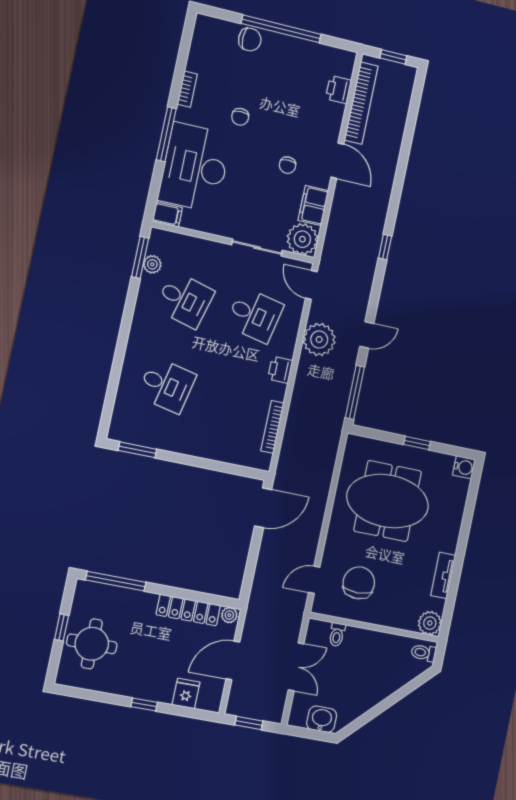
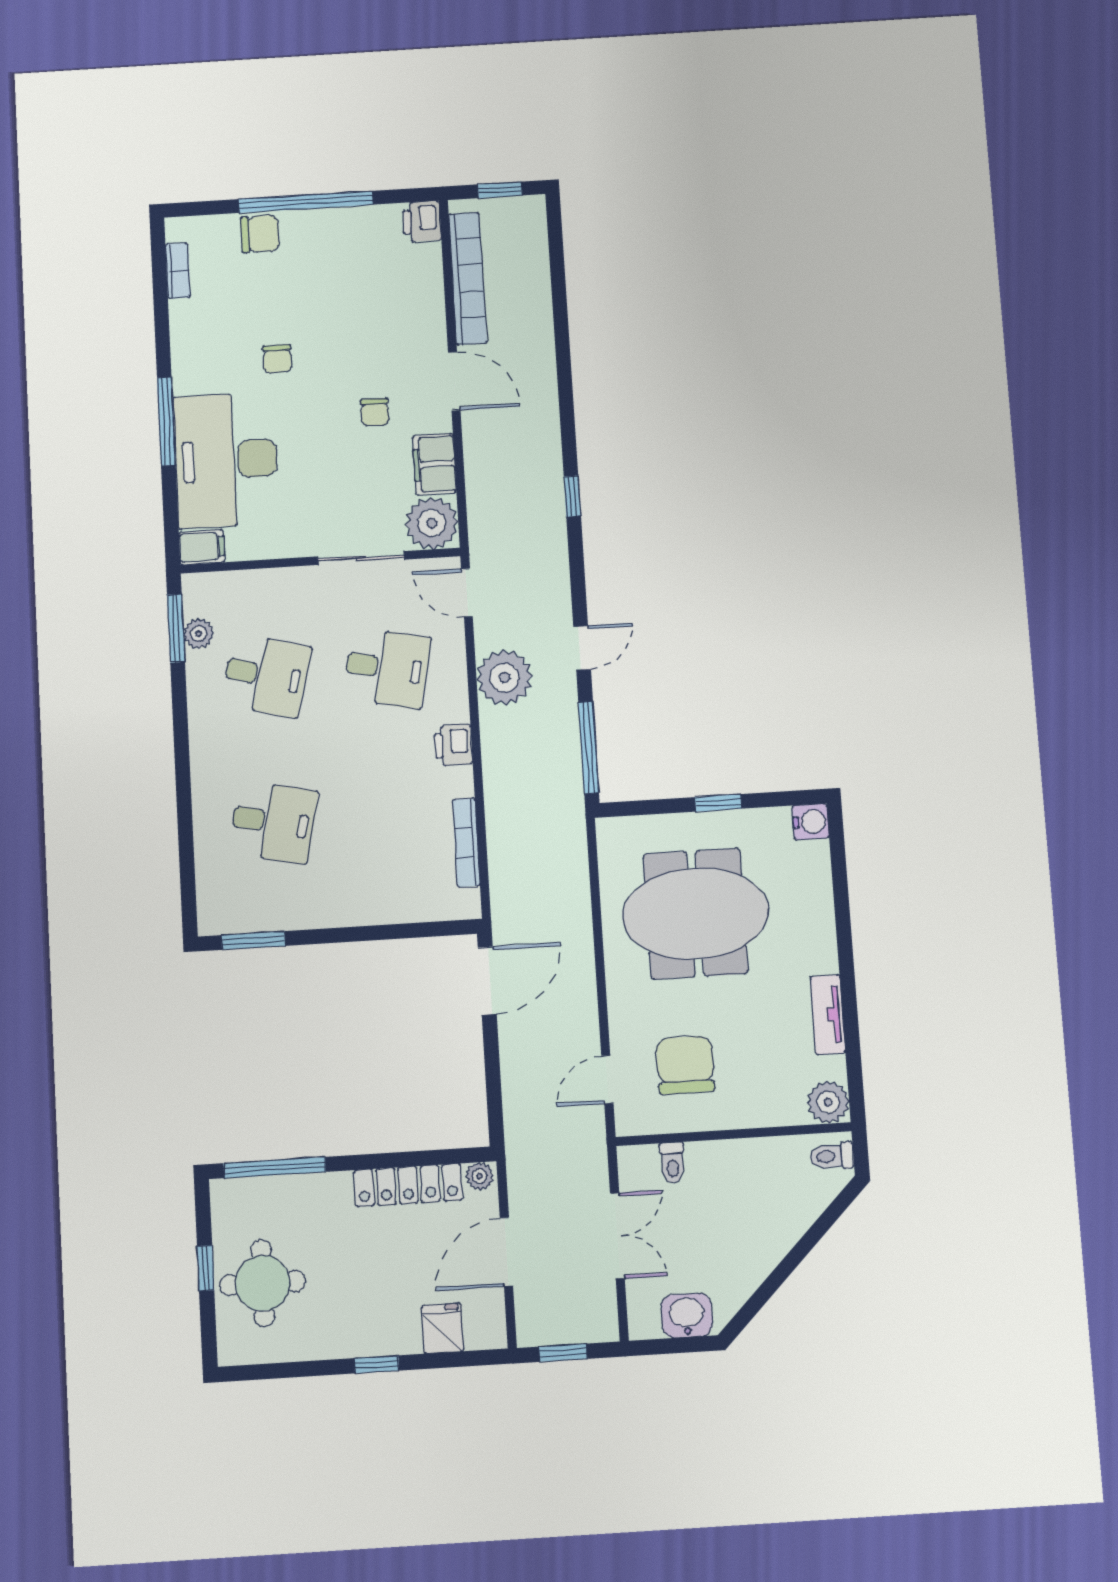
bookcase: (187, 89) -> (178, 271), moved
printer: (338, 90) -> (422, 221), moved

